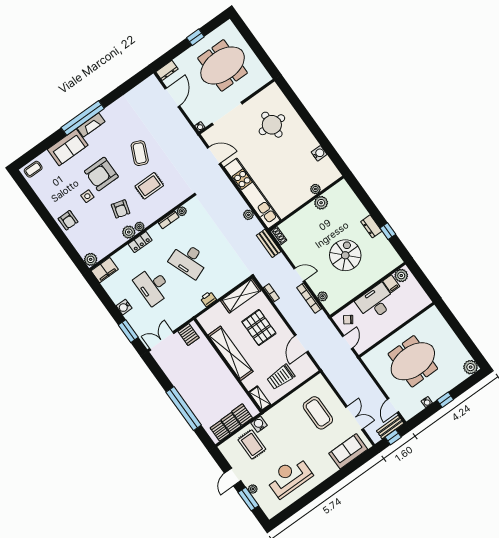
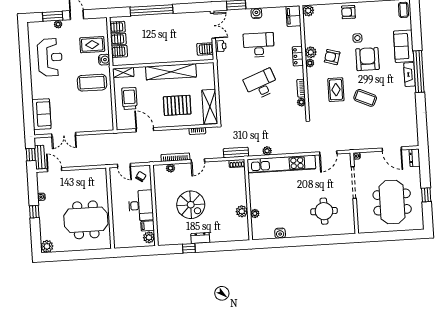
printer: (208, 299) -> (221, 46), moved
meeting table: (413, 361) -> (86, 220), moved, turned 90
coffee table: (318, 413) -> (92, 83), moved

